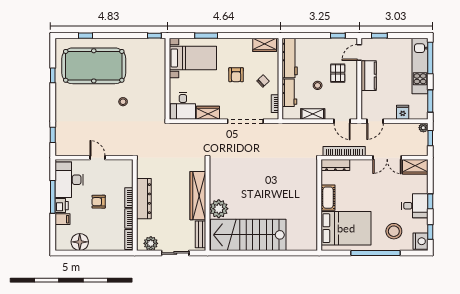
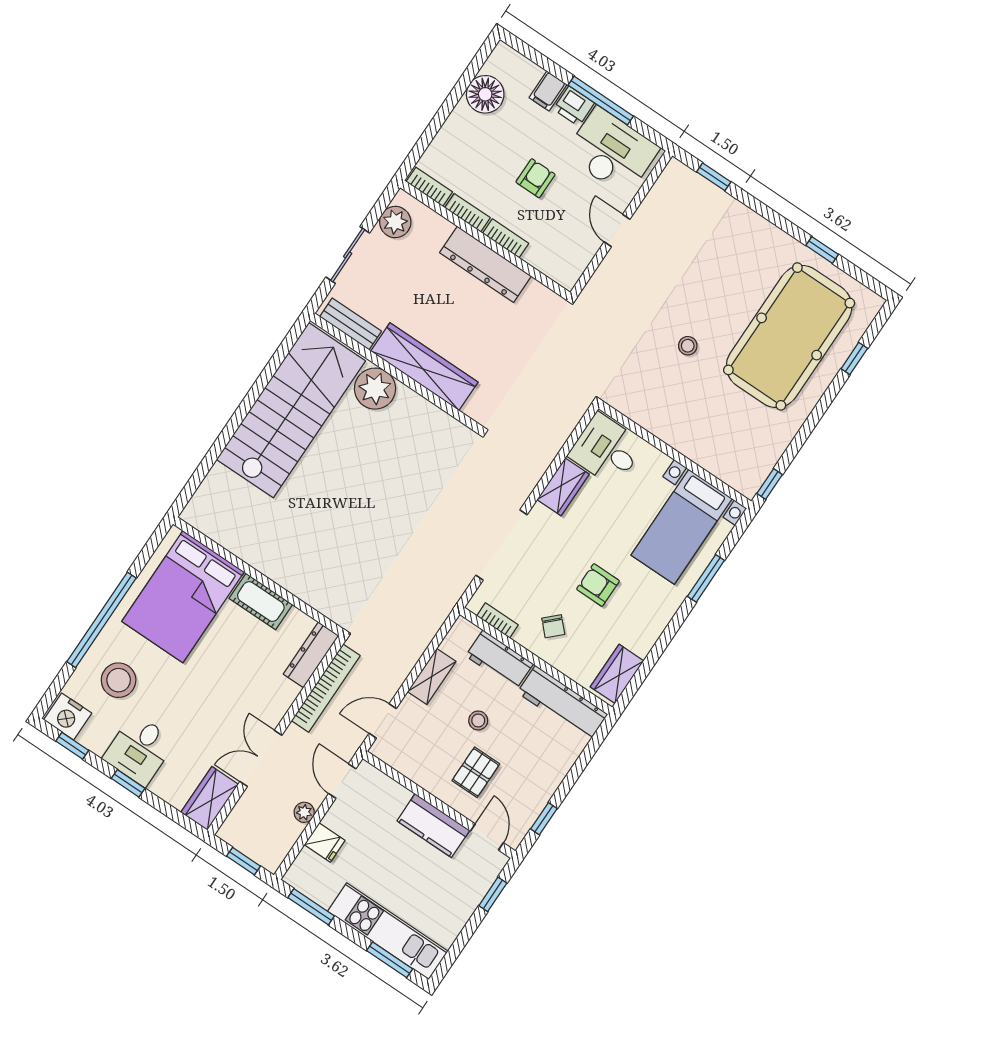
window: (430, 58) -> (390, 960), width x0.69
pallet: (338, 73) -> (476, 772), turned 90
plant: (423, 128) -> (304, 812), moved
door: (98, 158) -> (617, 230), swing flipped

